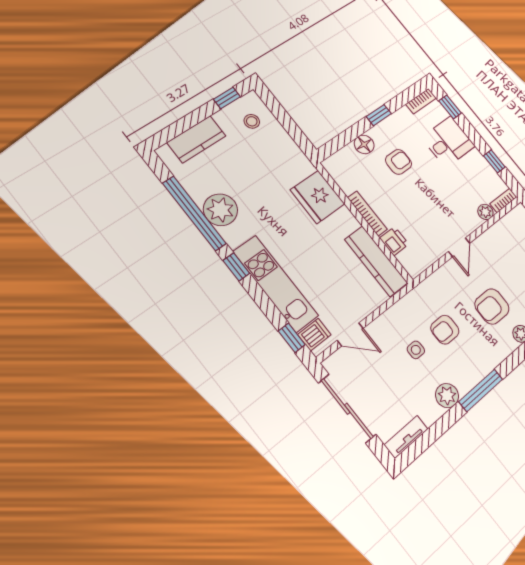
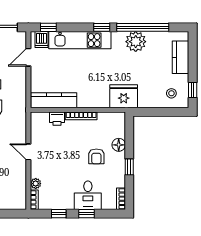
window: (450, 107) -> (86, 214), moved
fridge: (318, 197) -> (124, 96), moved

